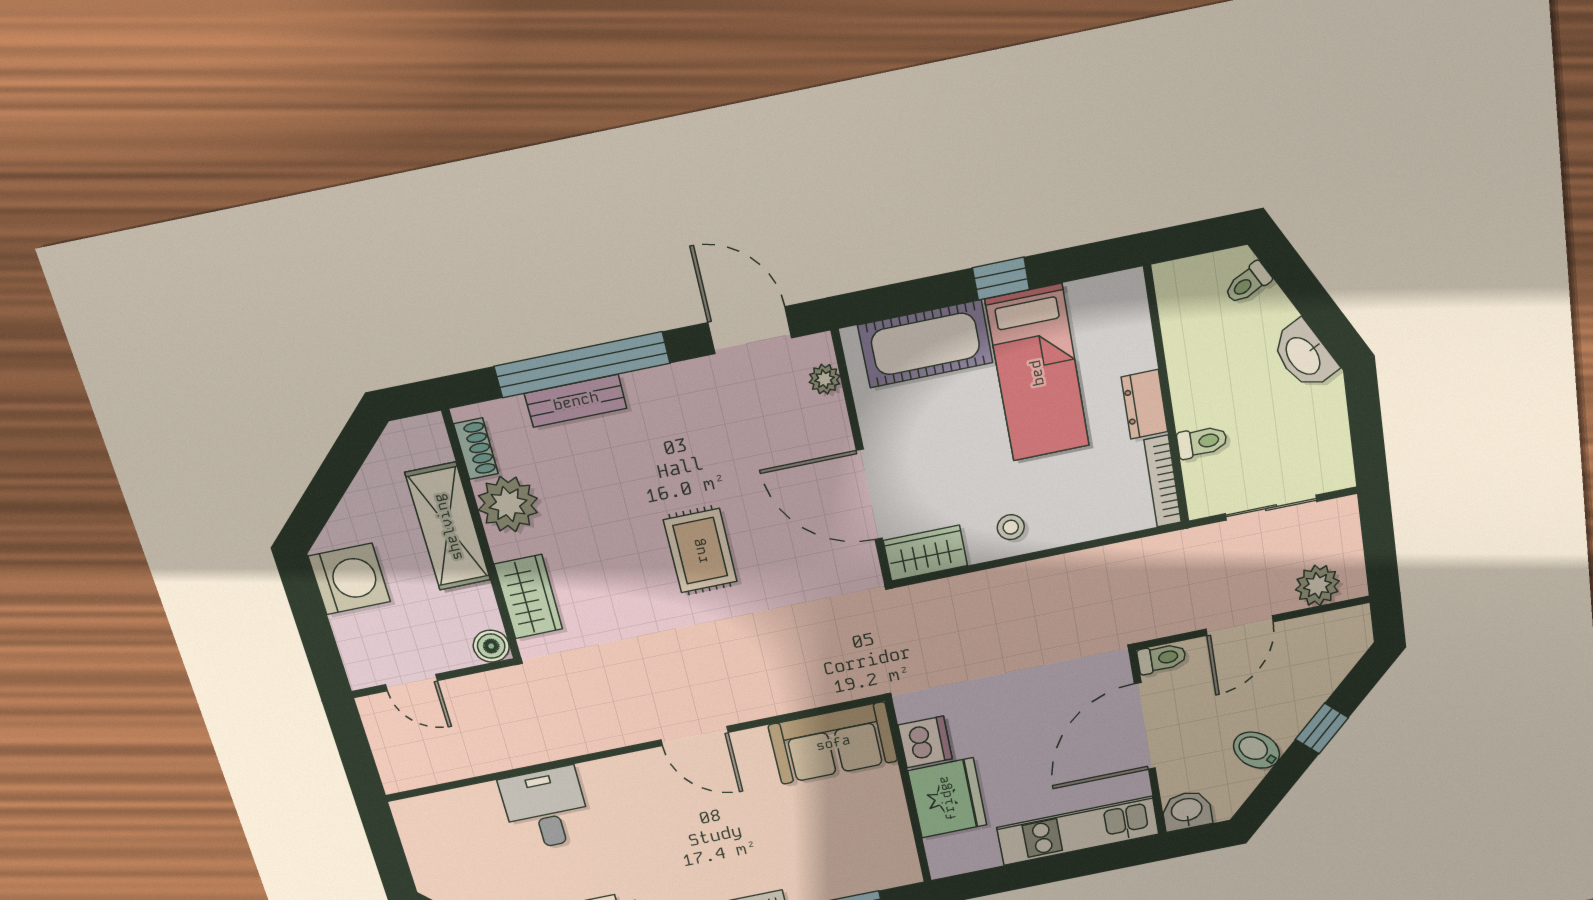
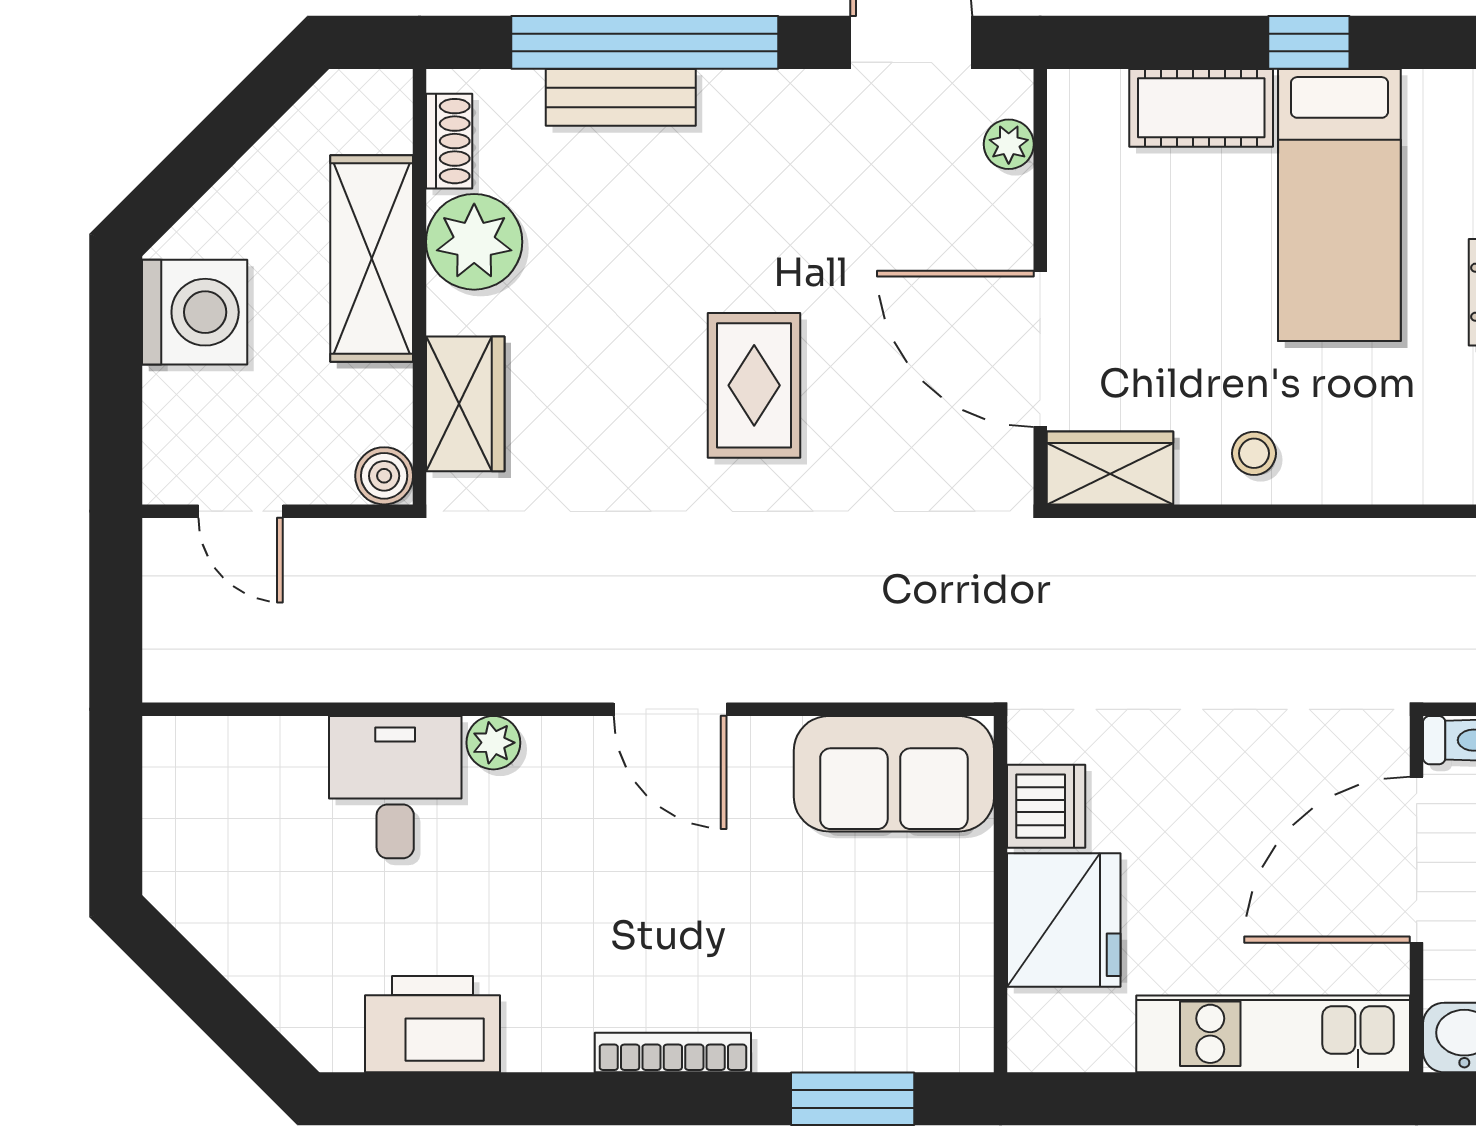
cot: (925, 344) -> (1201, 108), width x0.73, depth x0.75
plant: (596, 774) -> (493, 743), added

